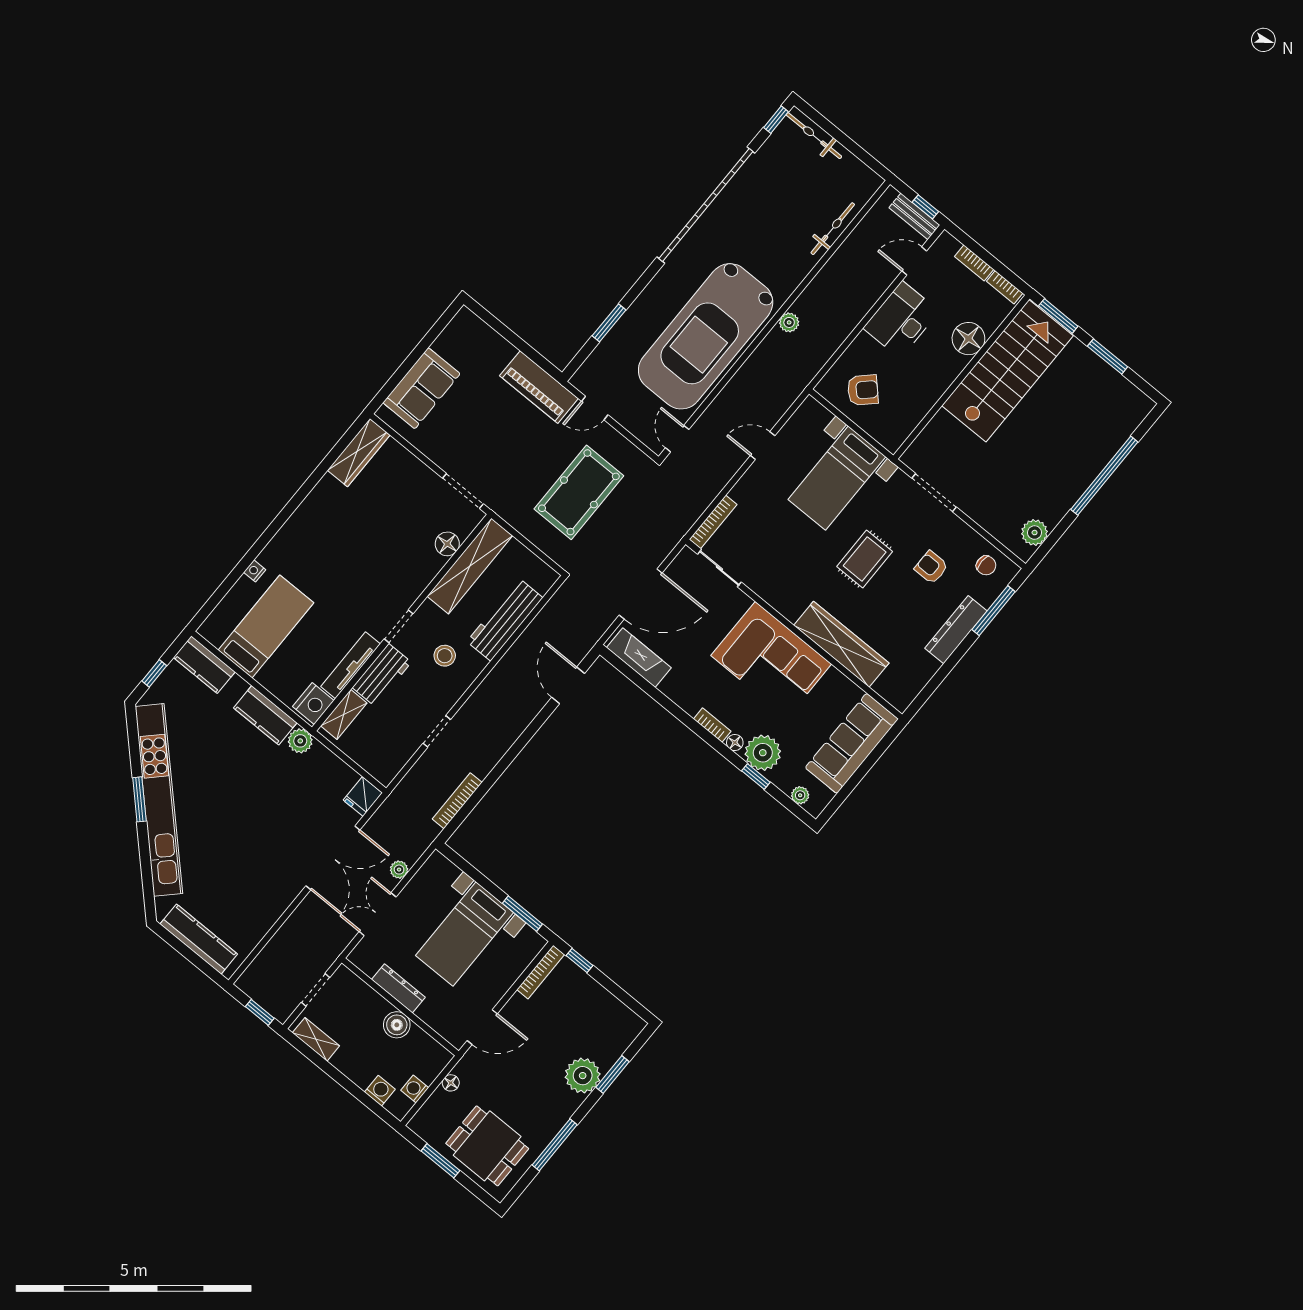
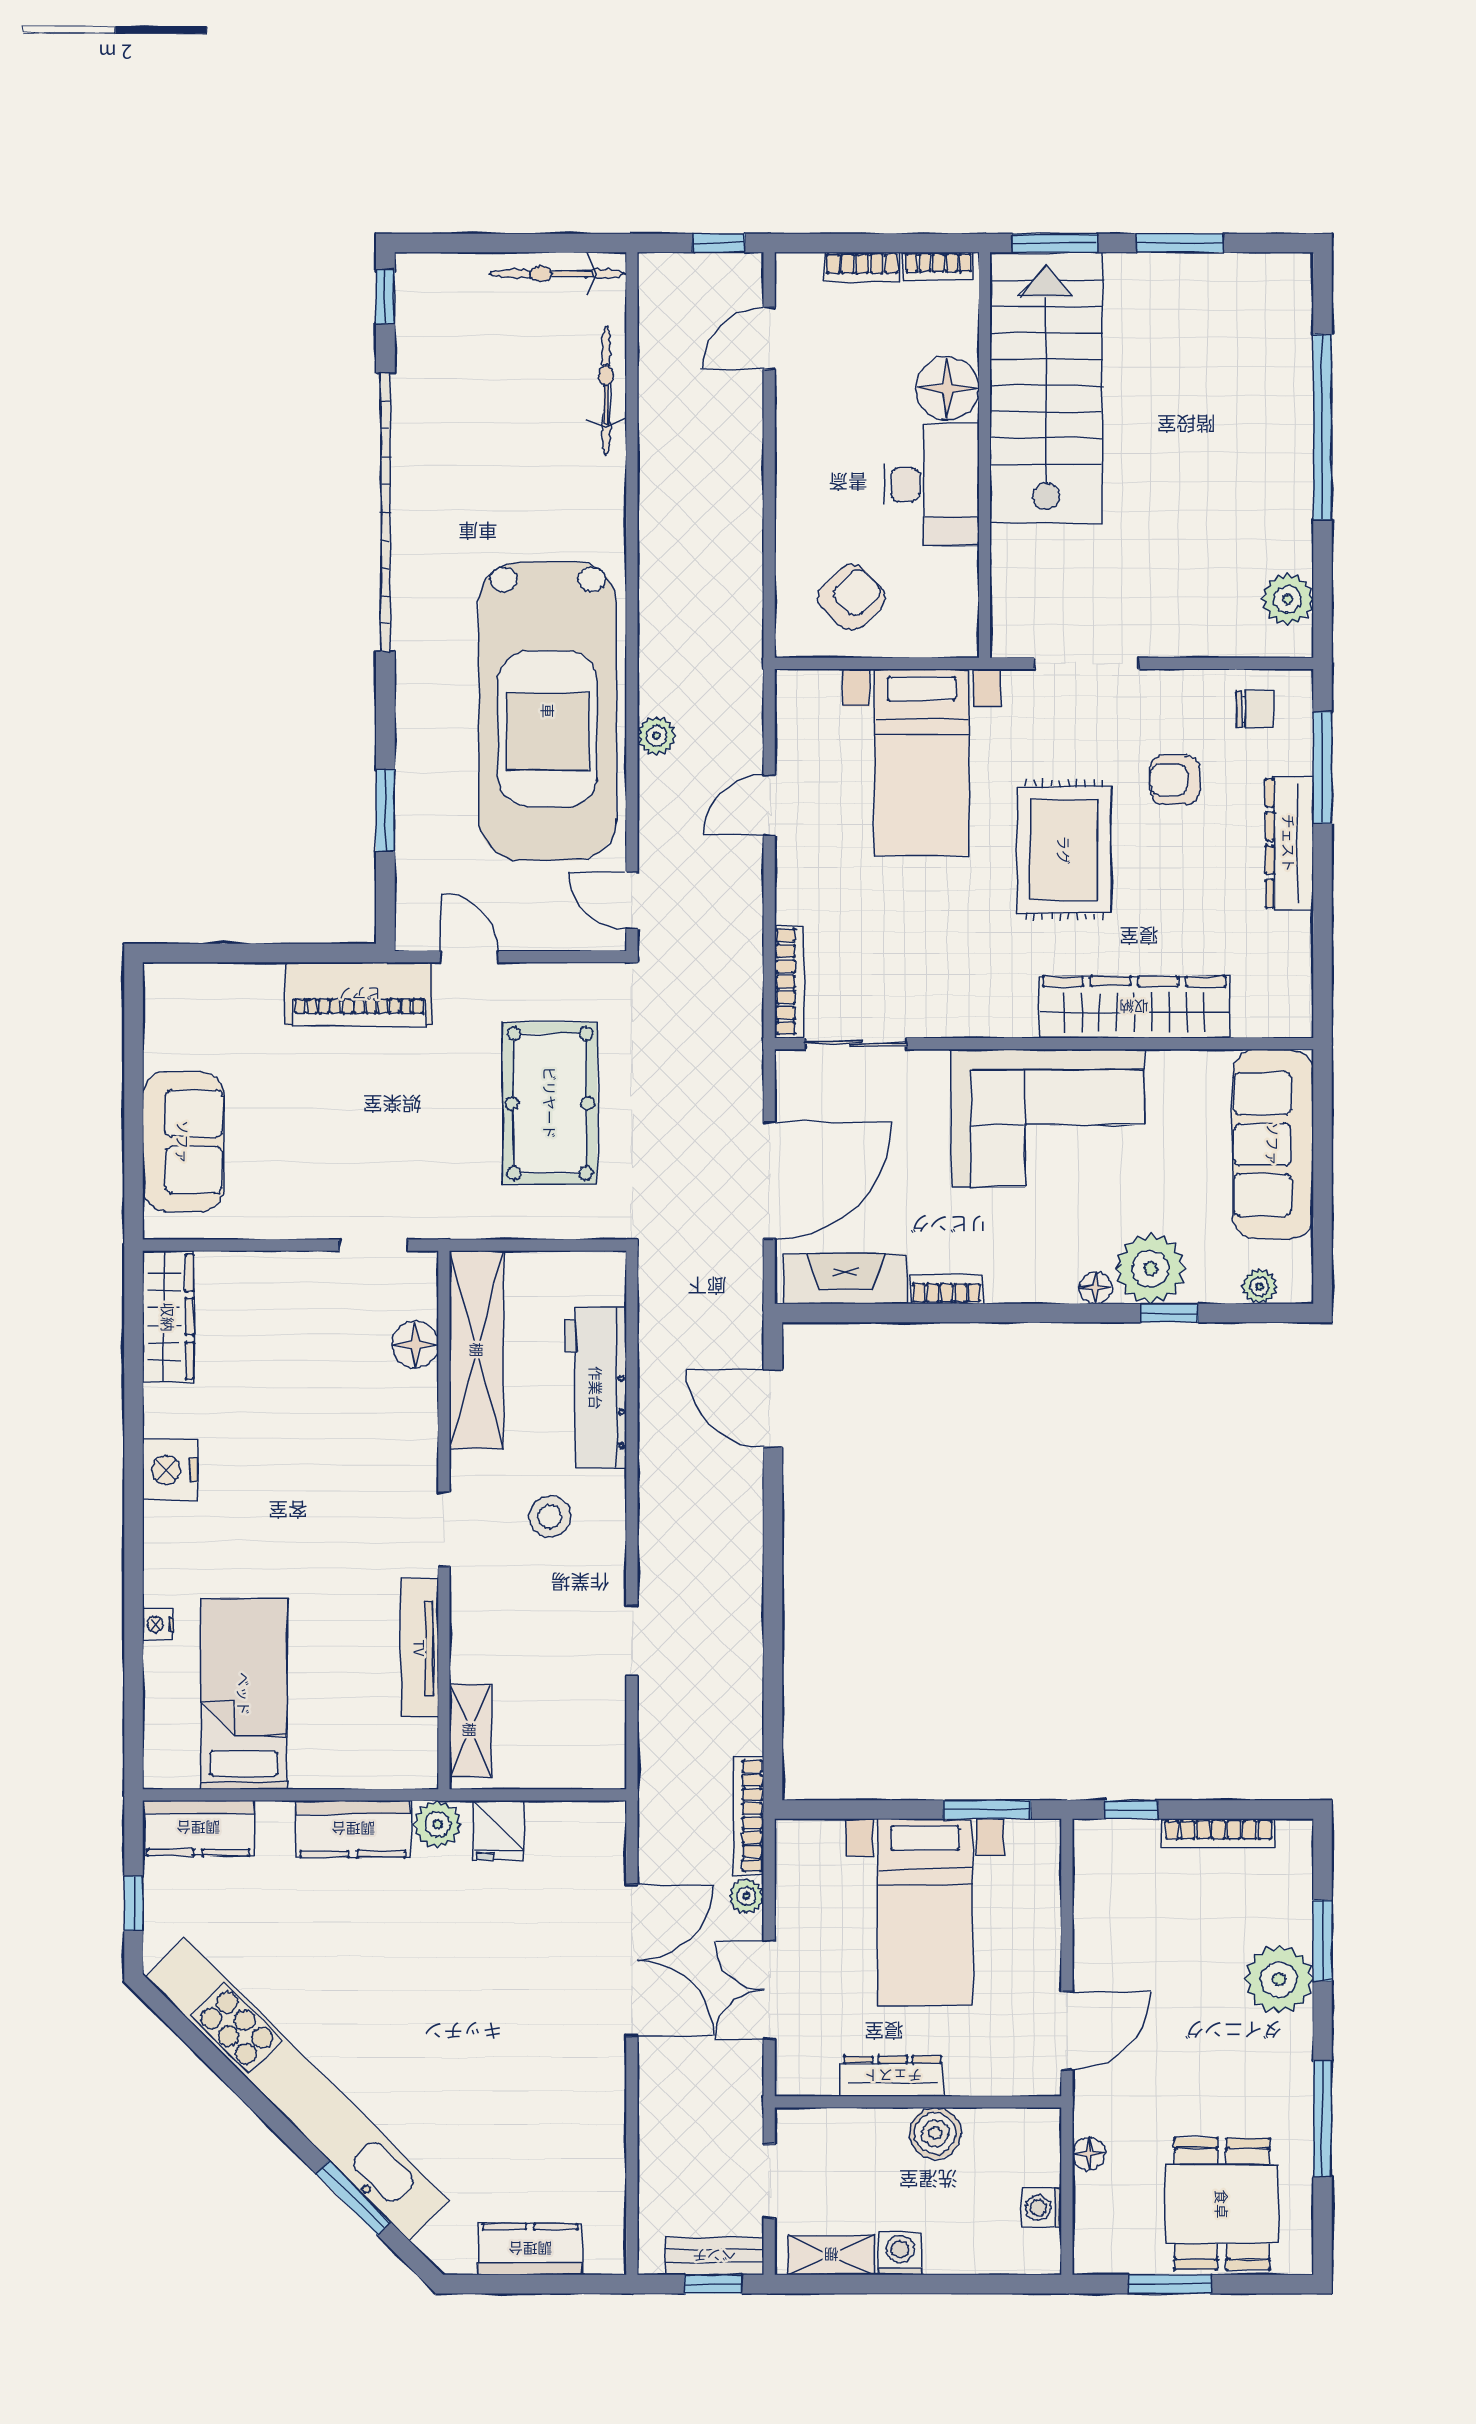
bicycle: (814, 136) -> (557, 274), moved
bench: (914, 216) -> (714, 2256), moved
desk: (901, 320) -> (931, 485), moved, turned 180
plant: (789, 322) -> (657, 736), moved
door: (595, 408) -> (469, 957), swing flipped
doorway: (463, 491) -> (373, 1245), width x0.73
rug: (865, 559) -> (1064, 850), width x1.36, depth x1.43
workbench: (382, 675) -> (479, 1624), removed
nightstand: (313, 704) -> (170, 1470), moved, turned 180
bookcase: (712, 725) -> (947, 1289), moved
fridge: (363, 797) -> (498, 1831), moved
window: (139, 799) -> (353, 2198), moved
bookcase: (457, 801) -> (749, 1816), moved
kitchen counter: (199, 939) -> (530, 2249), width x0.67
bookcase: (541, 972) -> (1219, 1833), moved, turned 90
washing machine: (380, 1091) -> (900, 2253), moved
dining table: (487, 1146) -> (1222, 2204), turned 90

